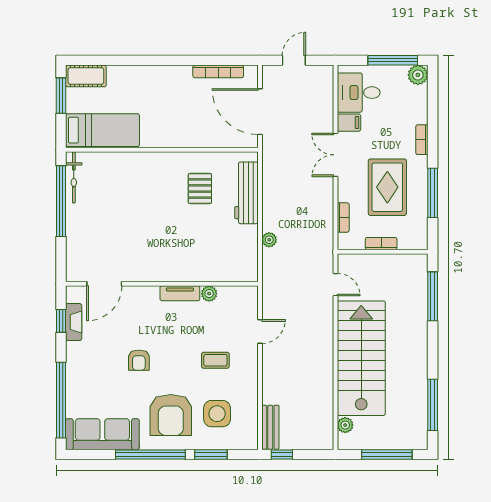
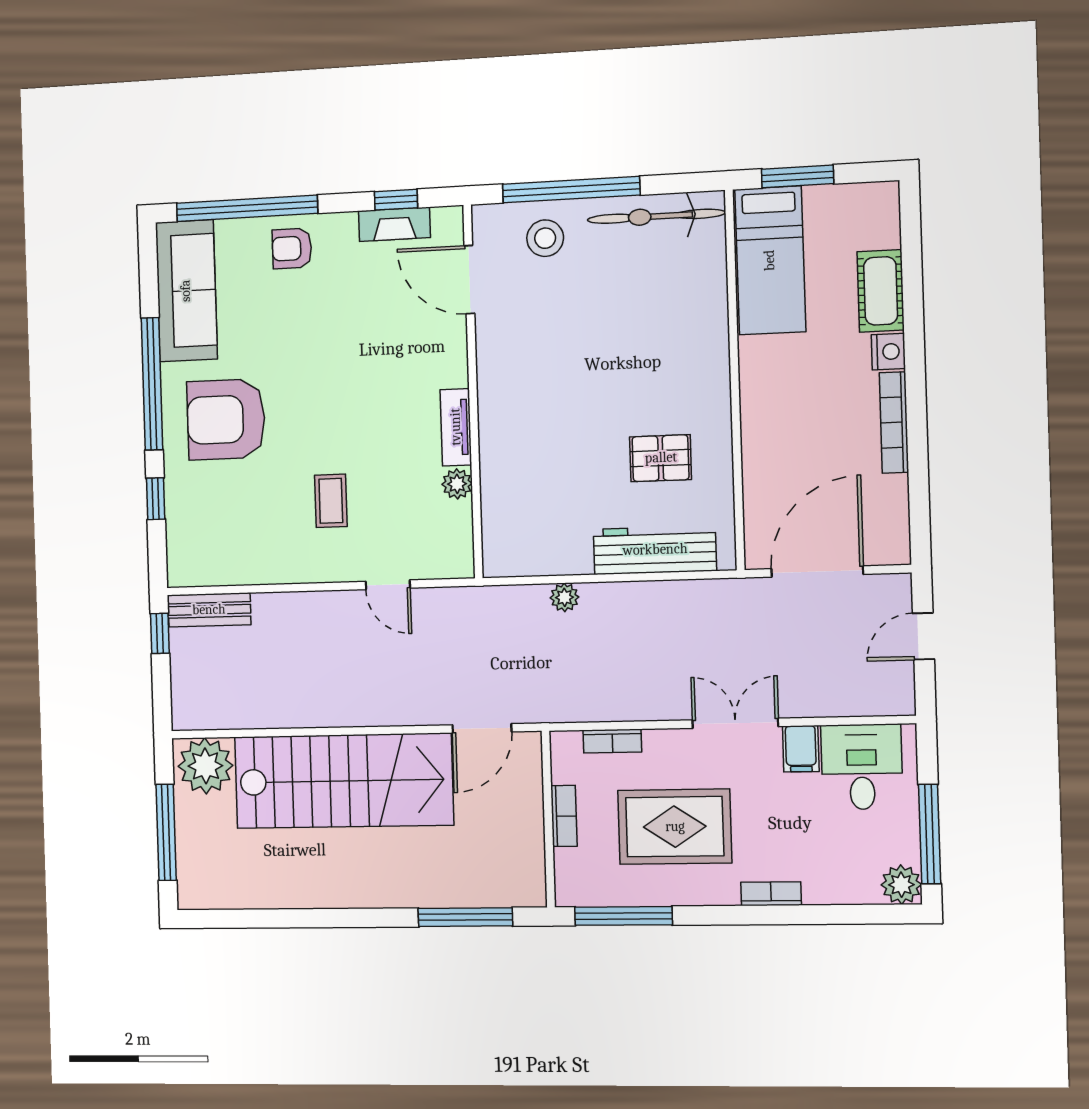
door: (294, 60) -> (923, 636), swing flipped
bookcase: (218, 71) -> (894, 423), moved
nightstand: (151, 73) -> (888, 352), added
cot: (86, 76) -> (881, 291), moved
window: (61, 96) -> (798, 176), moved
bicycle: (74, 177) -> (656, 216), width x1.37, depth x1.40
window: (433, 193) -> (623, 916), moved
window: (61, 201) -> (571, 190), moved
stool: (85, 244) -> (545, 238), added
door: (335, 285) -> (482, 728), width x1.38
armchair: (139, 360) -> (292, 248), moved
window: (433, 405) -> (261, 919), removed
side table: (217, 414) -> (231, 507), removed
plant: (345, 425) -> (205, 766), width x1.87, depth x1.87
window: (211, 454) -> (156, 499), width x0.67

